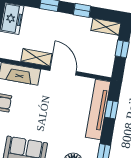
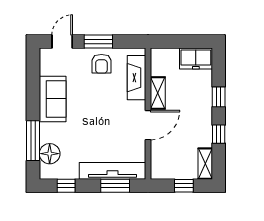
window: (111, 109) -> (115, 186), width x1.50

